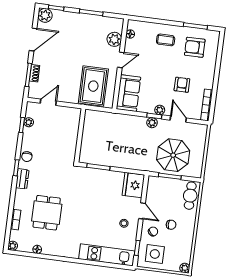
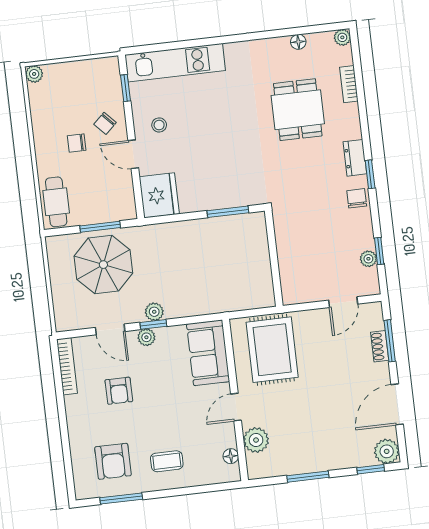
armchair: (195, 47) -> (113, 461), turned 90
side table: (155, 254) -> (92, 85), removed

